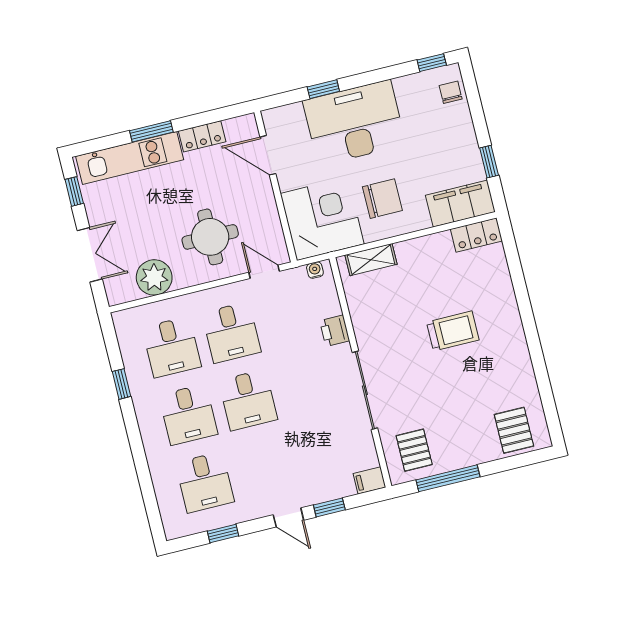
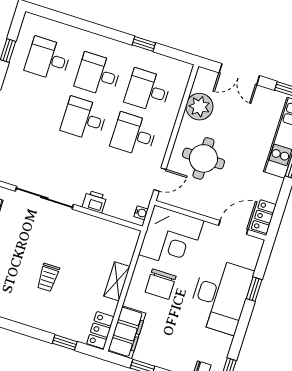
locker: (202, 136) -> (264, 217), moved
shelving: (371, 260) -> (117, 281), moved
window: (515, 267) -> (65, 342), added
trolley: (453, 331) -> (48, 277), width x0.73, depth x0.72

